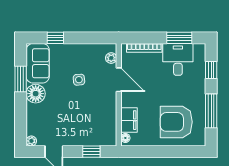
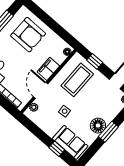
sofa: (38, 63) -> (70, 142), moved, turned 90
window: (21, 79) -> (108, 132), moved
coffee table: (93, 120) -> (77, 80), added
filing cabinet: (129, 120) -> (48, 69), moved

